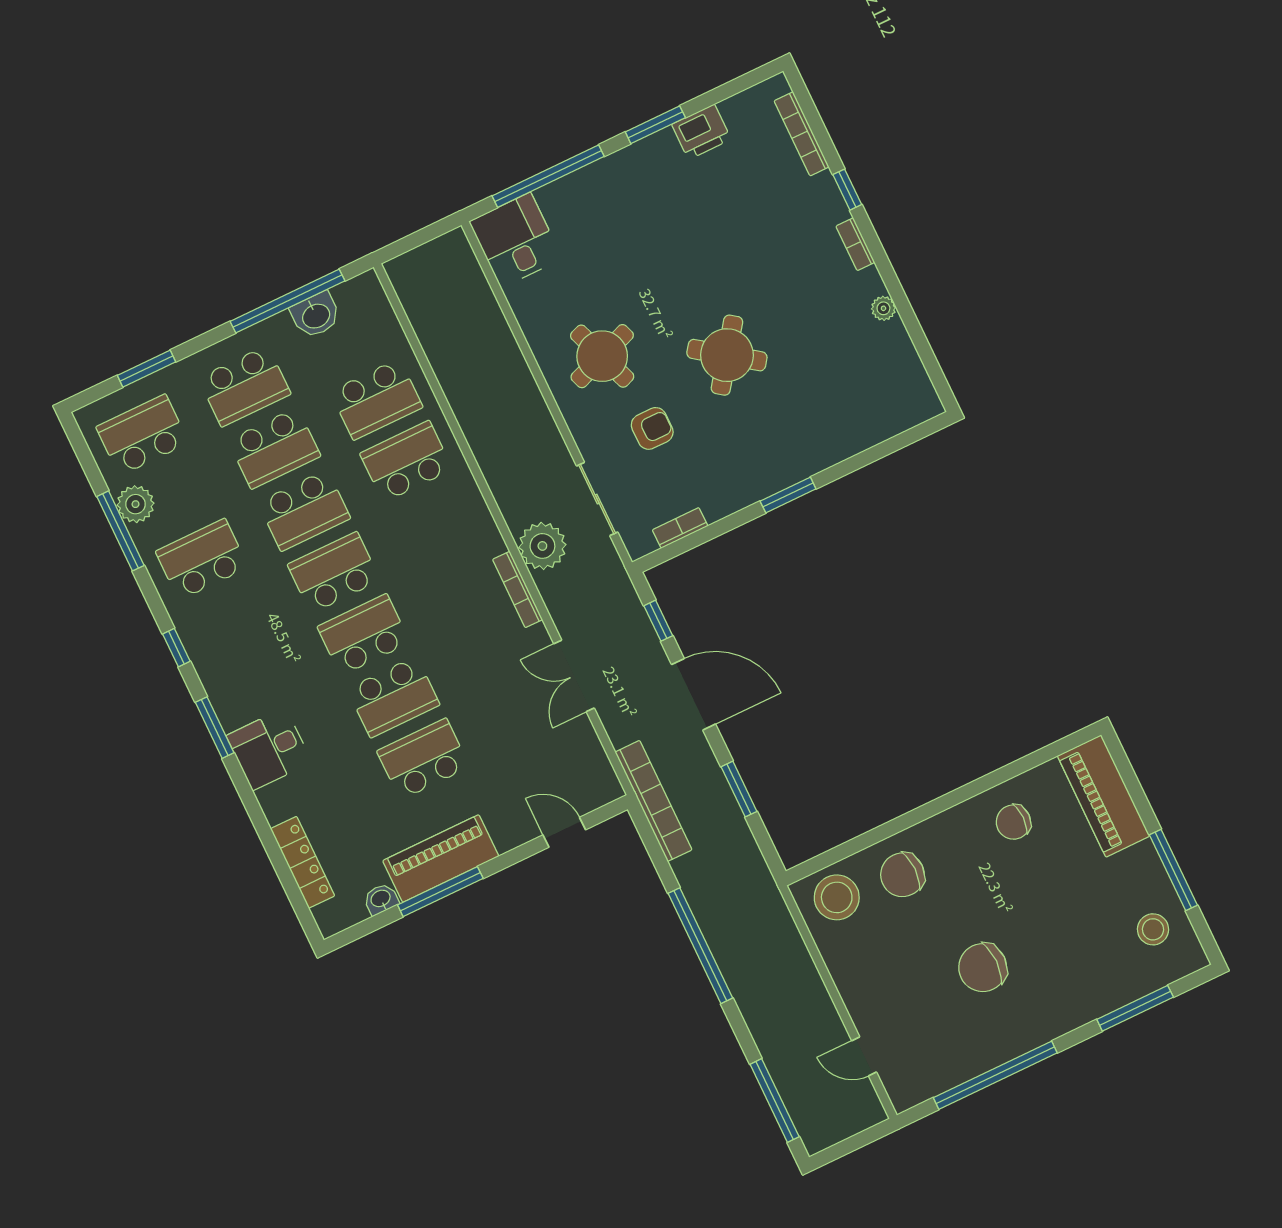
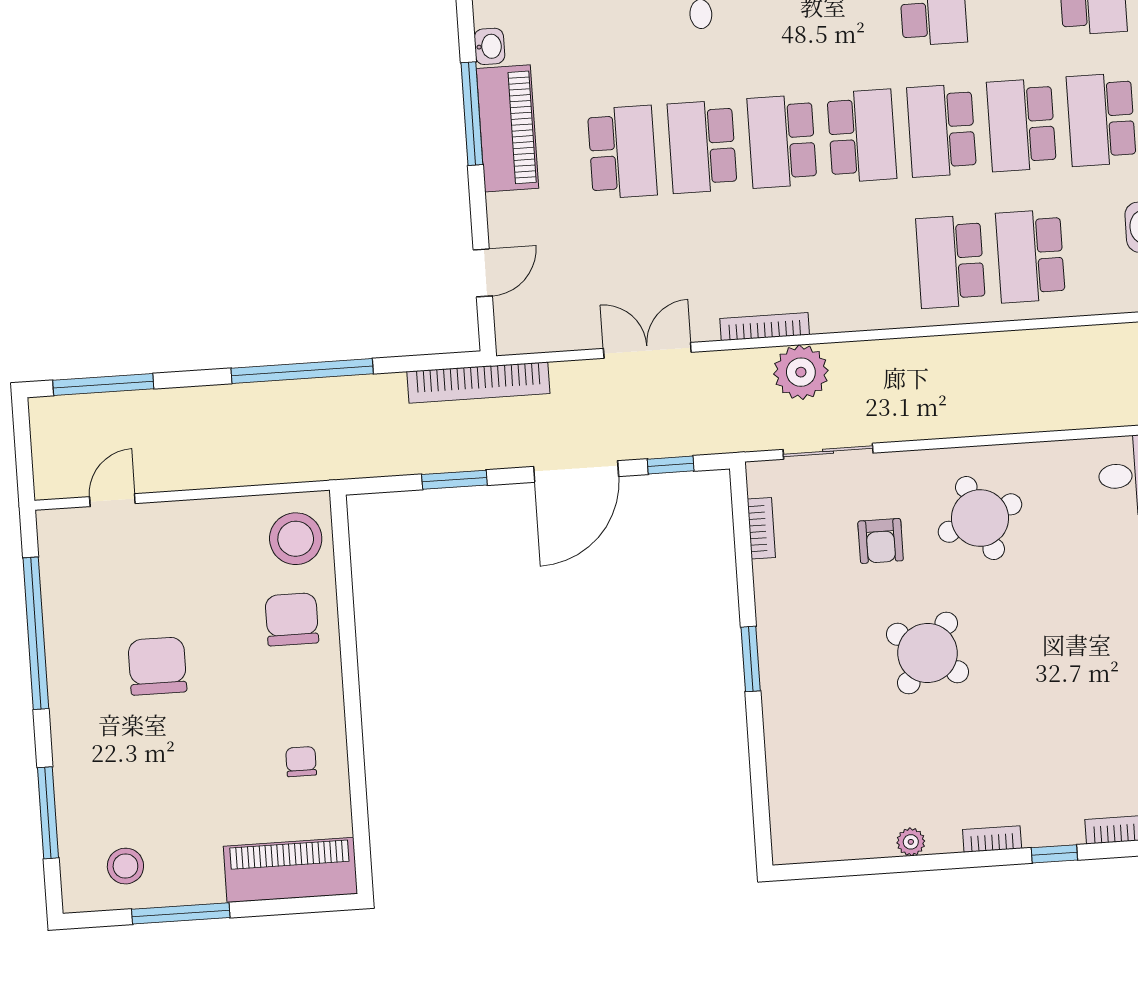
school desk: (406, 461) -> (951, 262), turned 180
school desk: (364, 635) -> (782, 141), turned 180
chair: (1013, 822) -> (301, 762), width x0.73, depth x0.73

